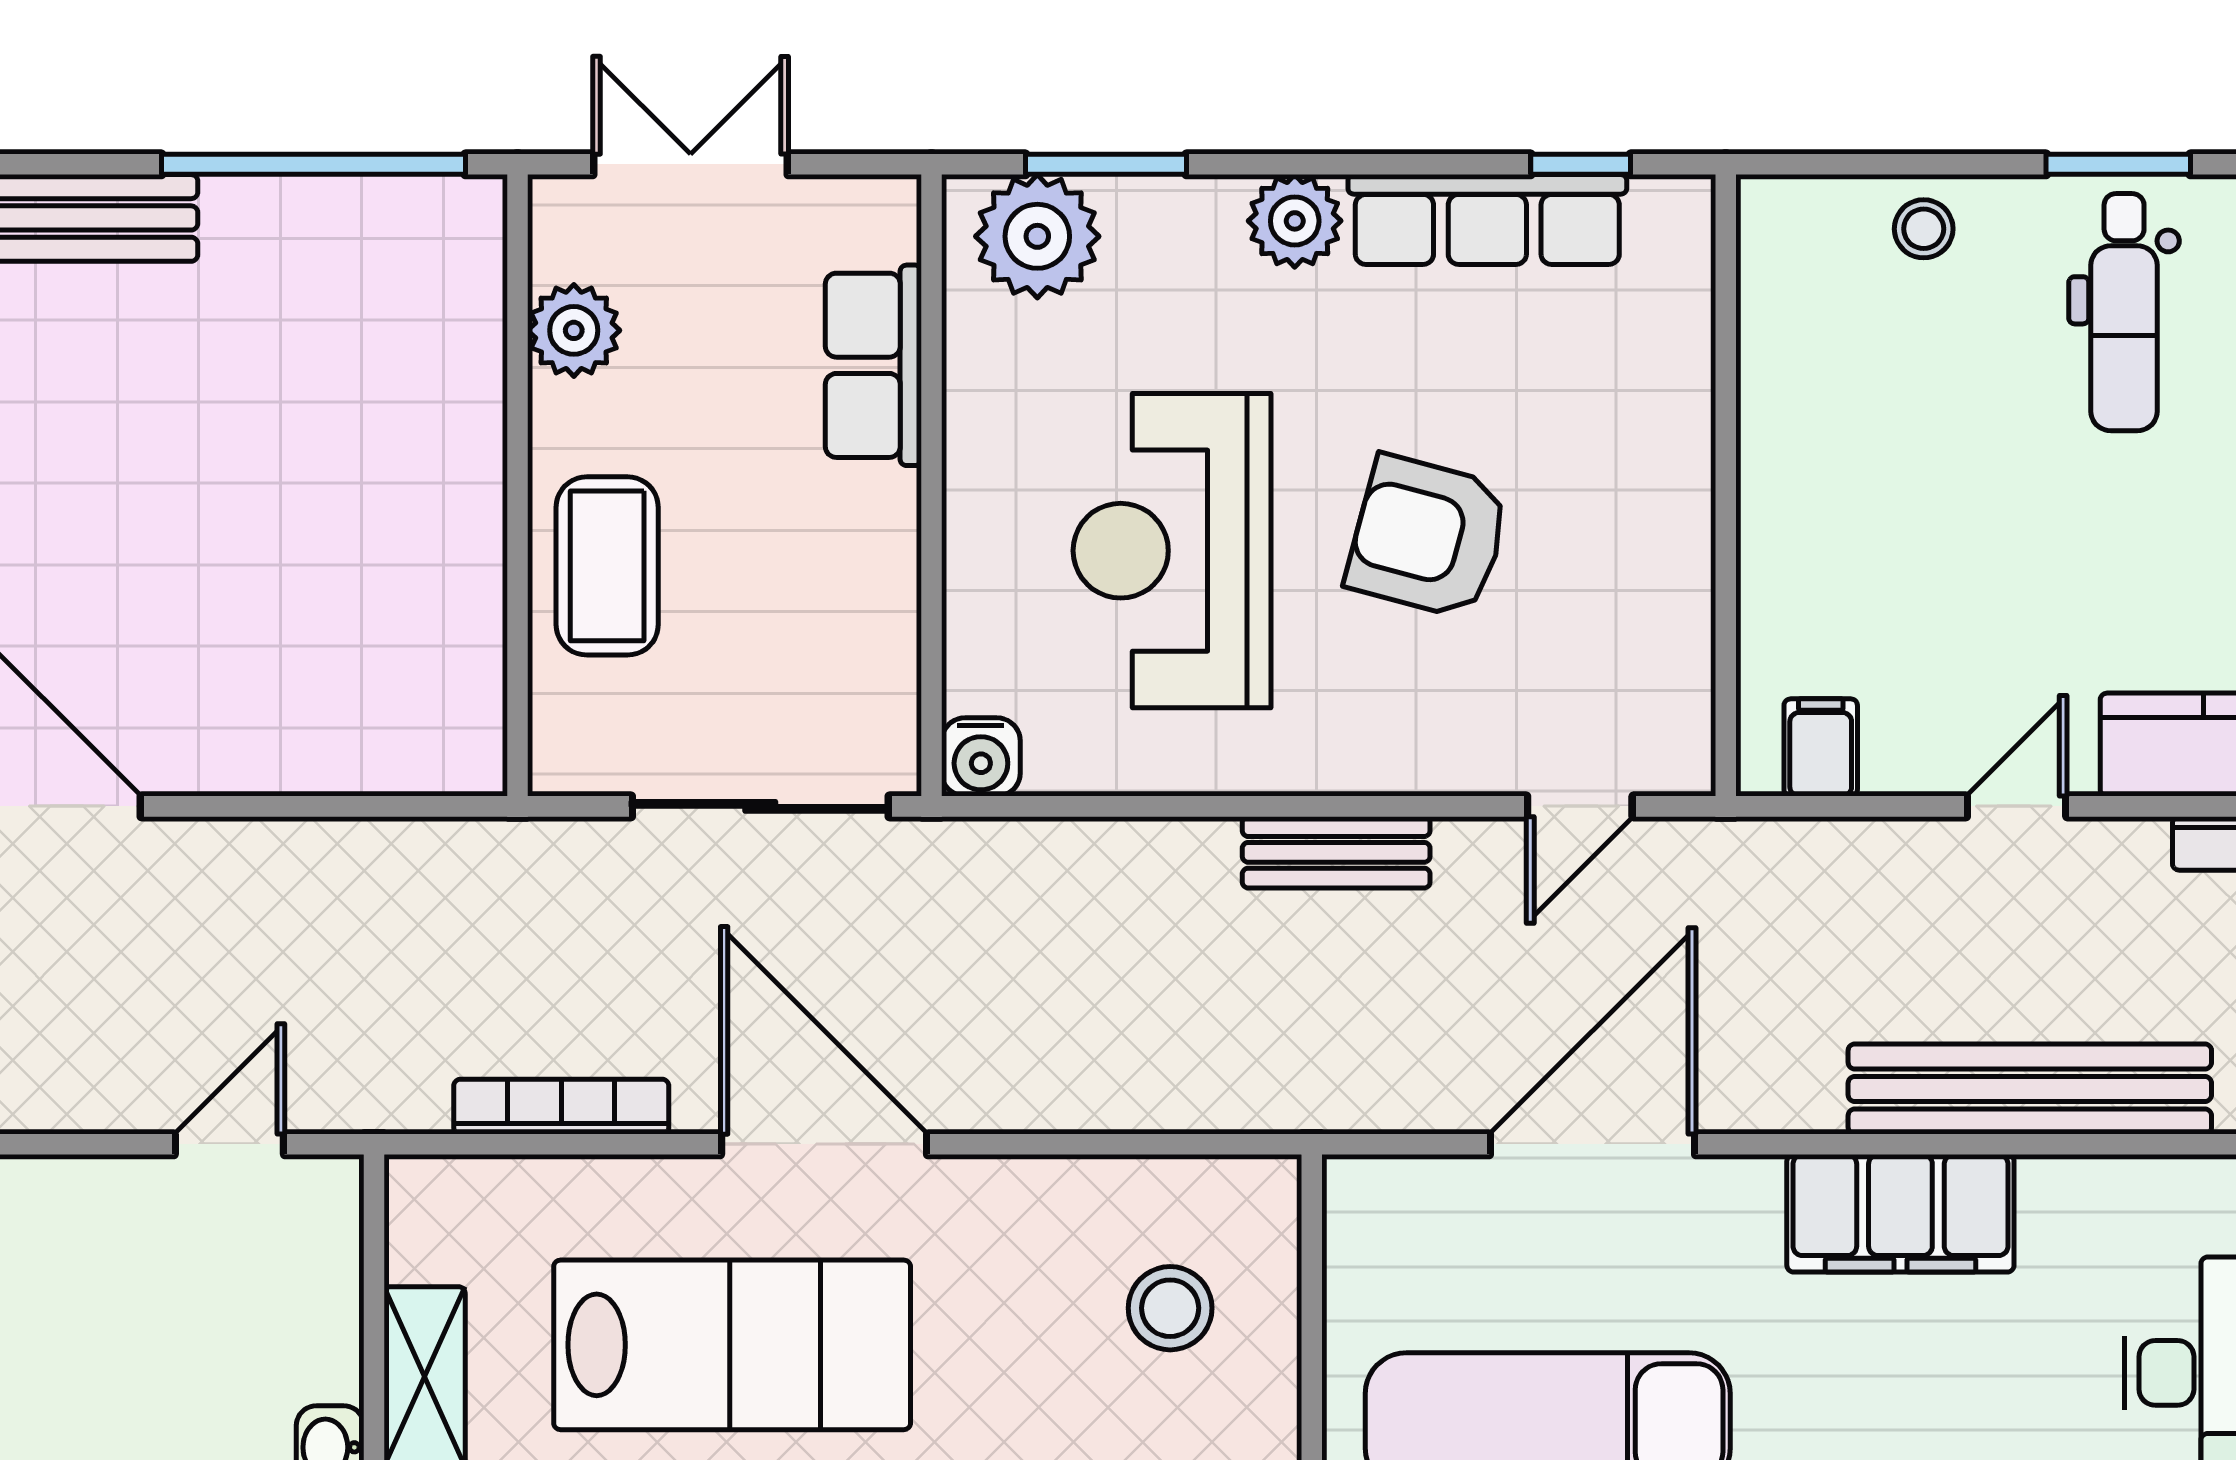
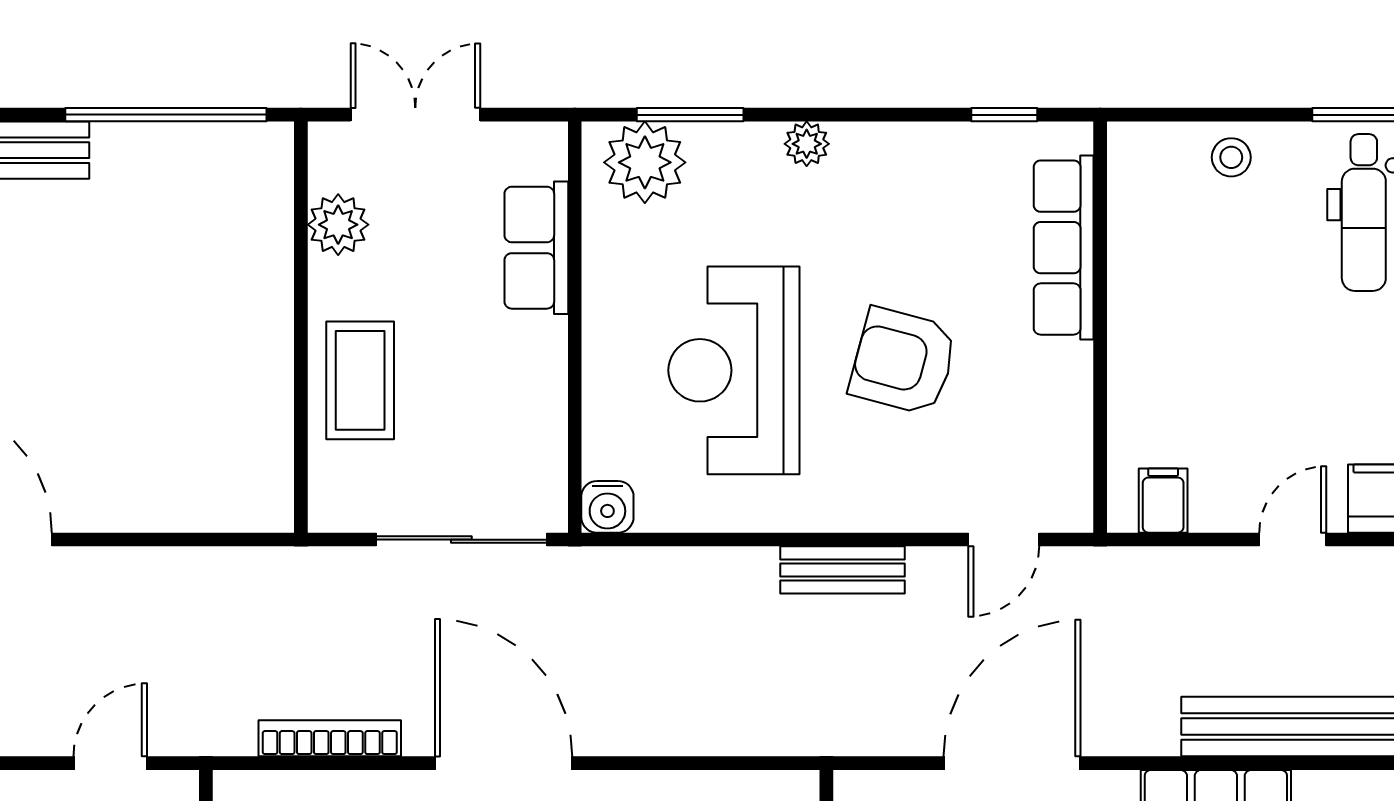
row of seats: (1487, 220) -> (1064, 248), moved, turned 90
plant: (1295, 221) -> (807, 144), width x0.73, depth x0.73

